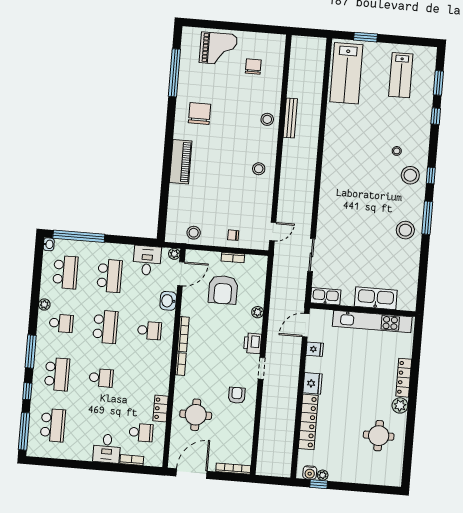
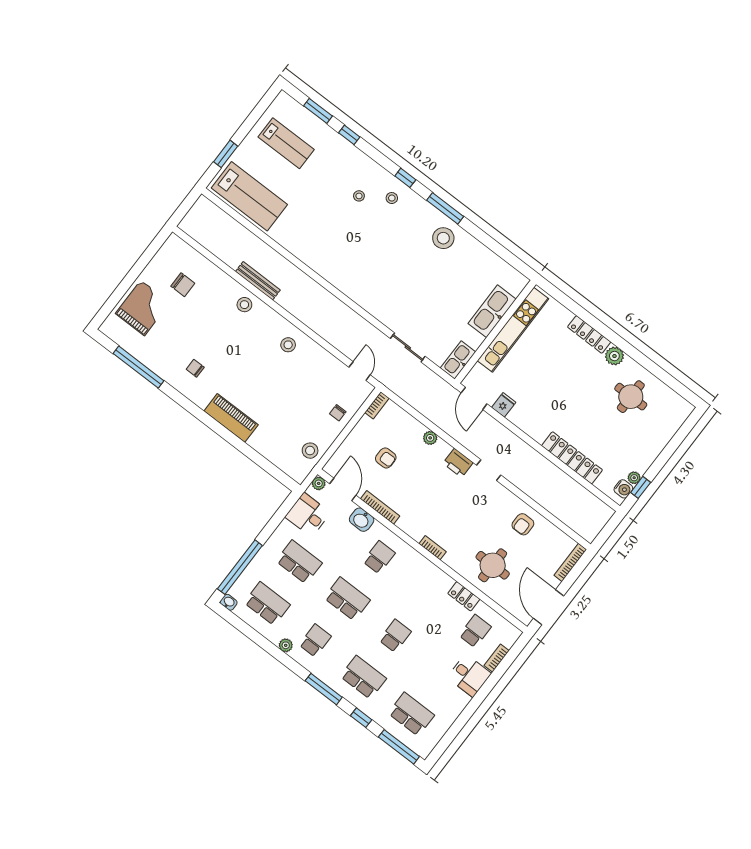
chair: (253, 67) -> (183, 285), turned 180
chair: (200, 113) -> (195, 368), width x0.54, depth x0.54
stool: (410, 175) -> (392, 198), width x0.53, depth x0.53
bookcase: (233, 258) -> (377, 405), moved
armchair: (223, 290) -> (386, 458), width x0.53, depth x0.53
bookcase: (183, 334) -> (380, 507), moved
fridge: (313, 383) -> (536, 429), removed
armchair: (237, 395) -> (523, 524), moved, turned -90

